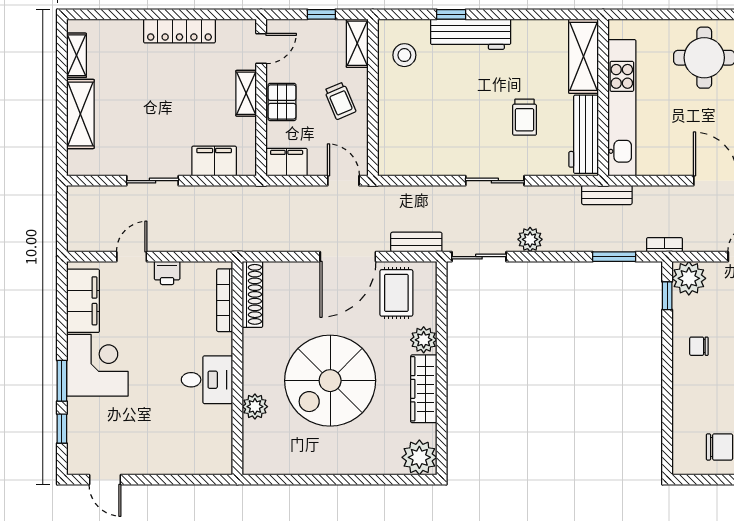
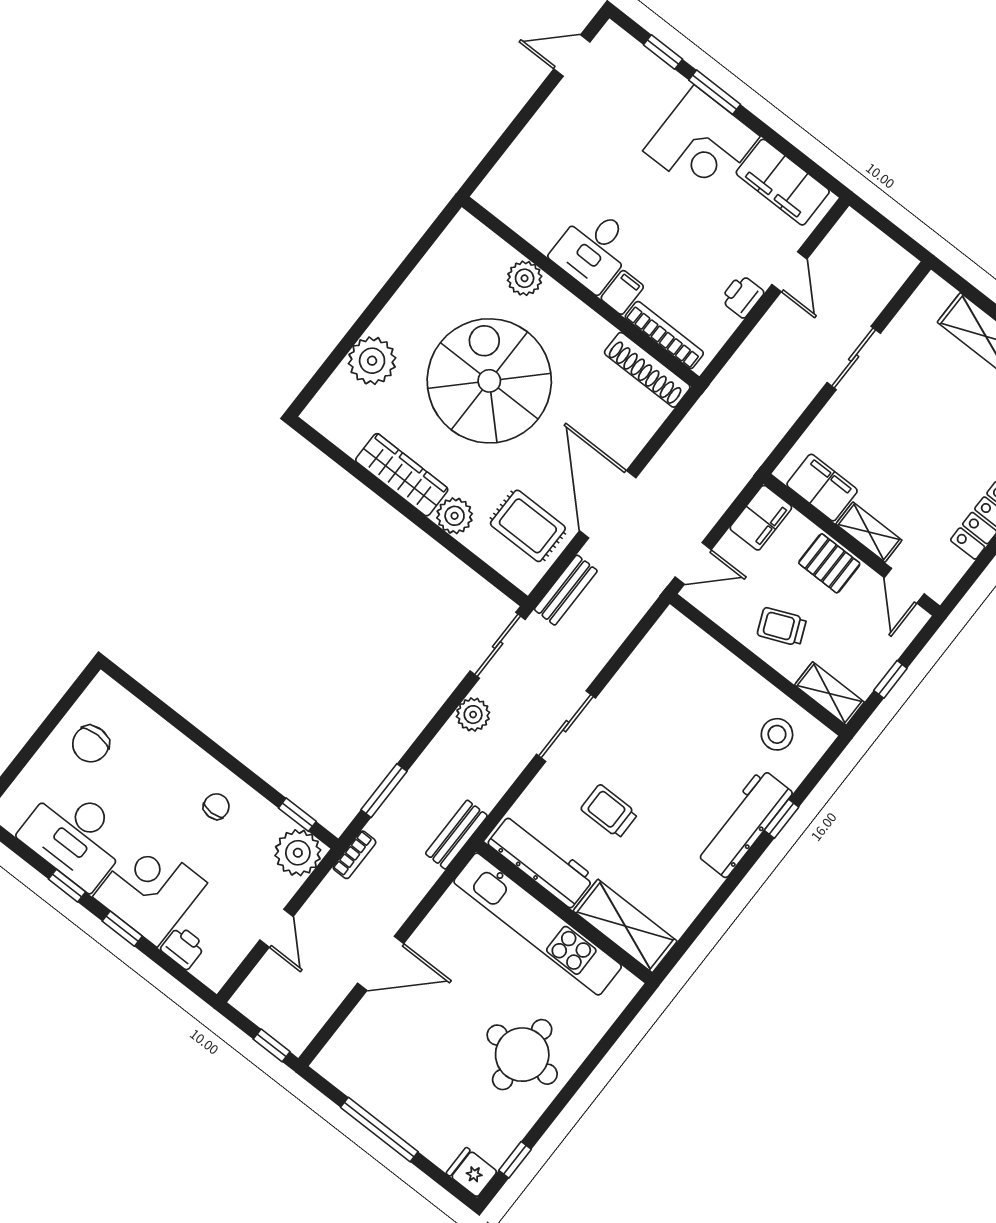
filing cabinet: (214, 161) -> (822, 488), moved, turned -90
filing cabinet: (219, 344) -> (622, 292), added
plant: (419, 457) -> (372, 361), moved

